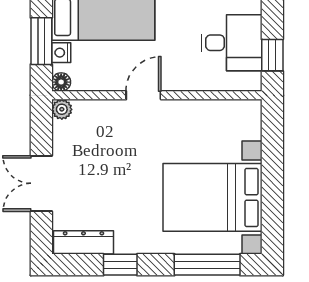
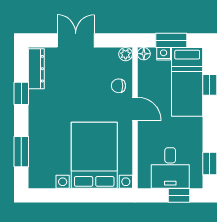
window: (272, 55) -> (179, 195), moved
chair: (109, 120) -> (118, 86), added
bed with nightstands: (213, 197) -> (94, 155), moved
window: (207, 265) -> (21, 152), width x0.69

